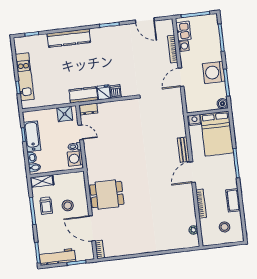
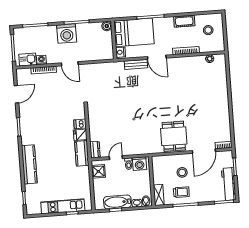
boiler: (222, 104) -> (107, 26), moved
wall: (208, 112) -> (114, 40), moved
nightstand: (195, 120) -> (121, 52), moved
bed: (217, 134) -> (134, 32), moved

